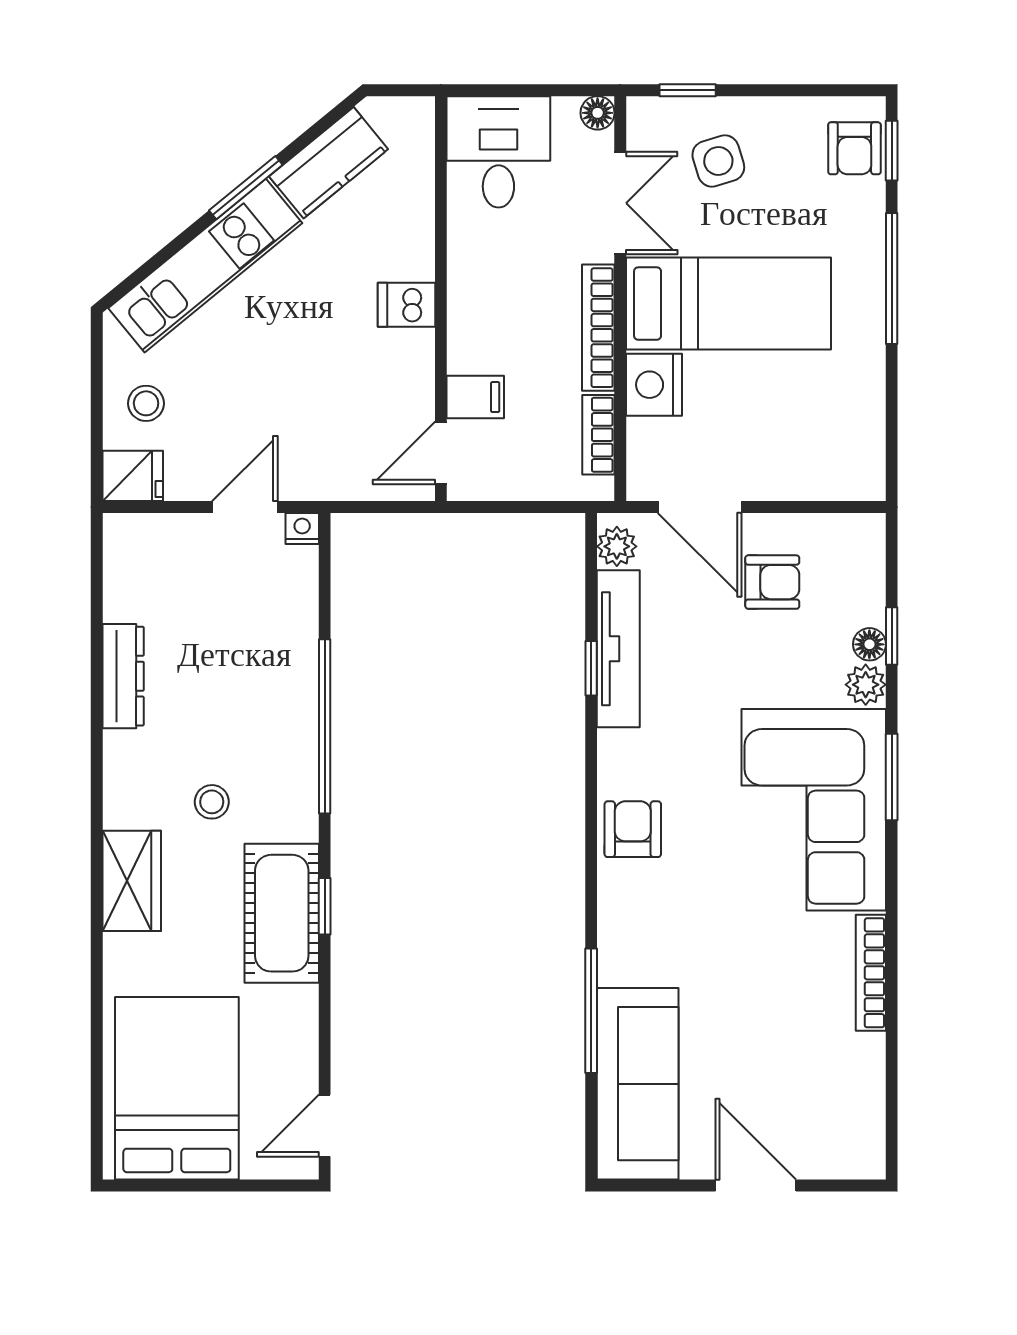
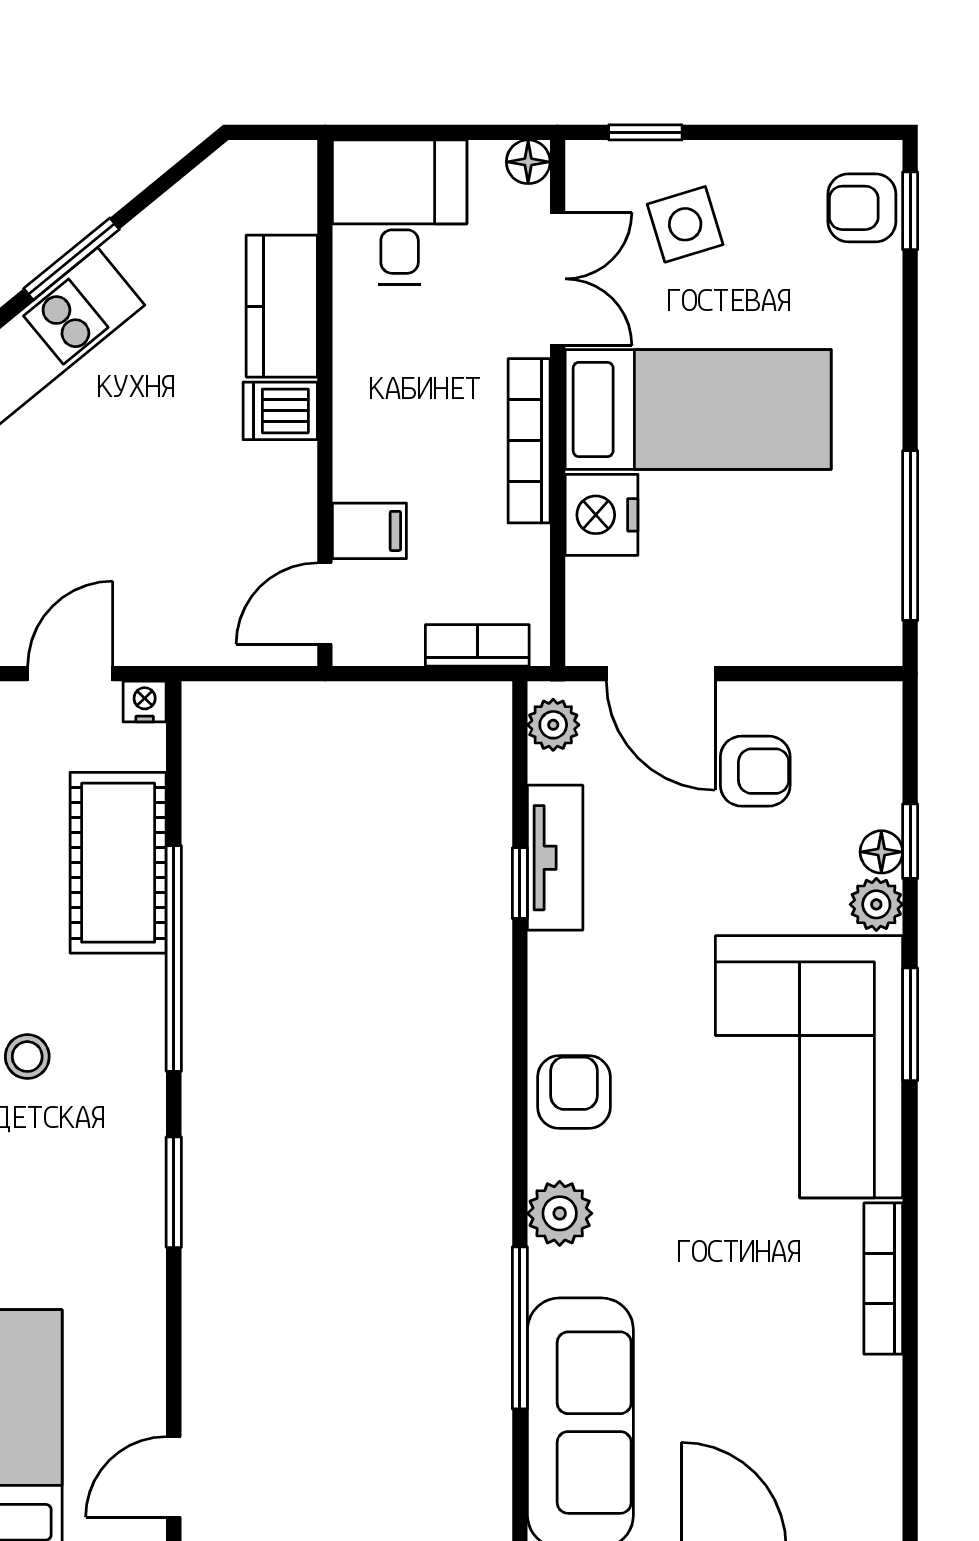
armchair: (854, 148) -> (862, 208), turned 90
kitchen counter: (329, 163) -> (282, 306), moved, turned 129
window: (892, 278) -> (910, 536), moved
bookcase: (598, 435) -> (477, 645), moved, turned 90
tv unit: (618, 649) -> (555, 858), width x0.71
window: (325, 906) -> (174, 1192), width x1.50
cot: (282, 913) -> (118, 863), moved
plant: (622, 923) -> (560, 1213), added

